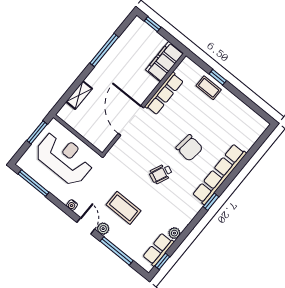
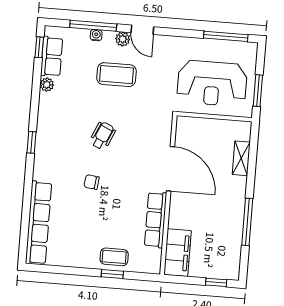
chair: (189, 148) -> (92, 182), width x0.54, depth x0.54
row of seats: (220, 174) -> (39, 223), moved
water cooler: (72, 205) -> (96, 35), moved

